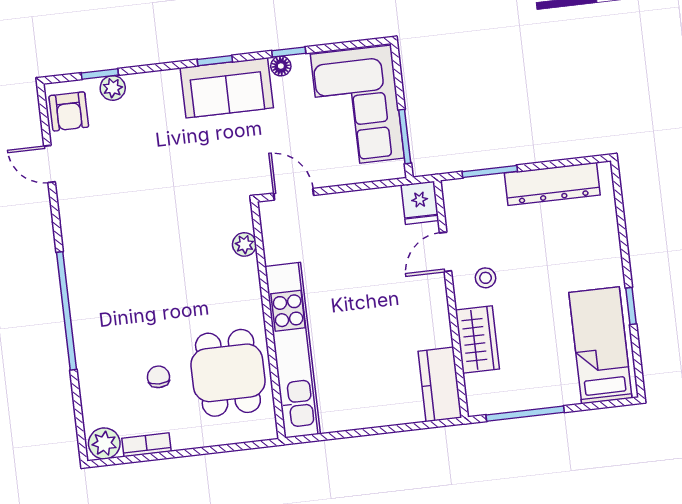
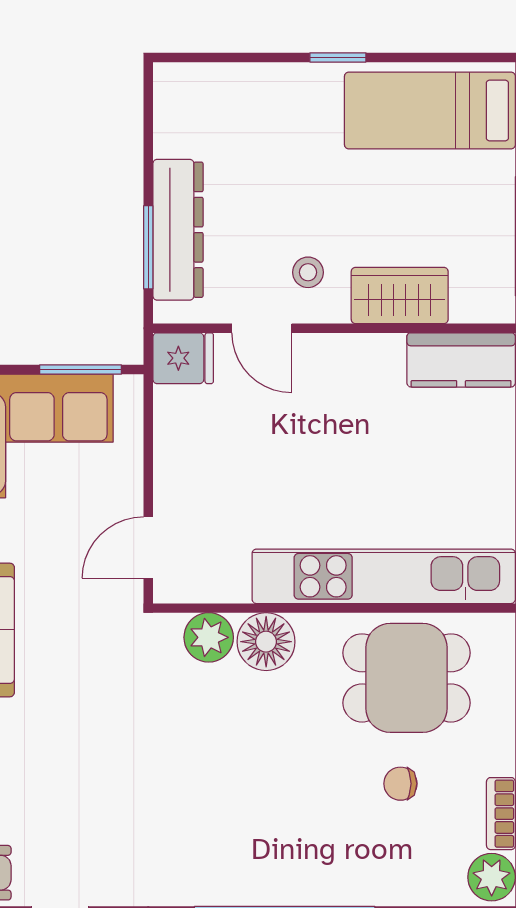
dresser: (552, 184) -> (178, 230), moved
plant: (244, 244) -> (209, 637), width x1.38, depth x1.38
floor lamp: (241, 278) -> (266, 642), added
window: (631, 306) -> (338, 57), moved

